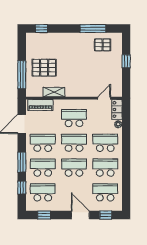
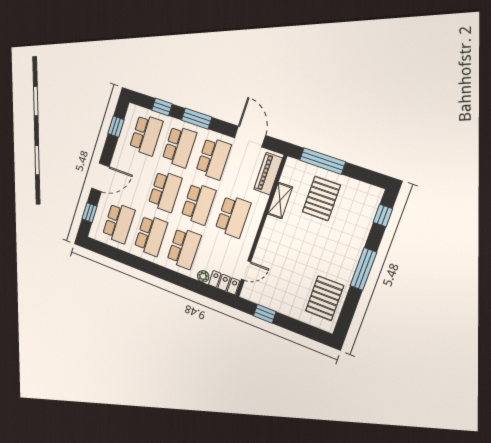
window: (93, 29) -> (363, 269), moved
pallet: (103, 45) -> (325, 298), width x1.50, depth x1.42
window: (126, 61) -> (265, 314), moved
door: (104, 98) -> (246, 271), hinge flipped

